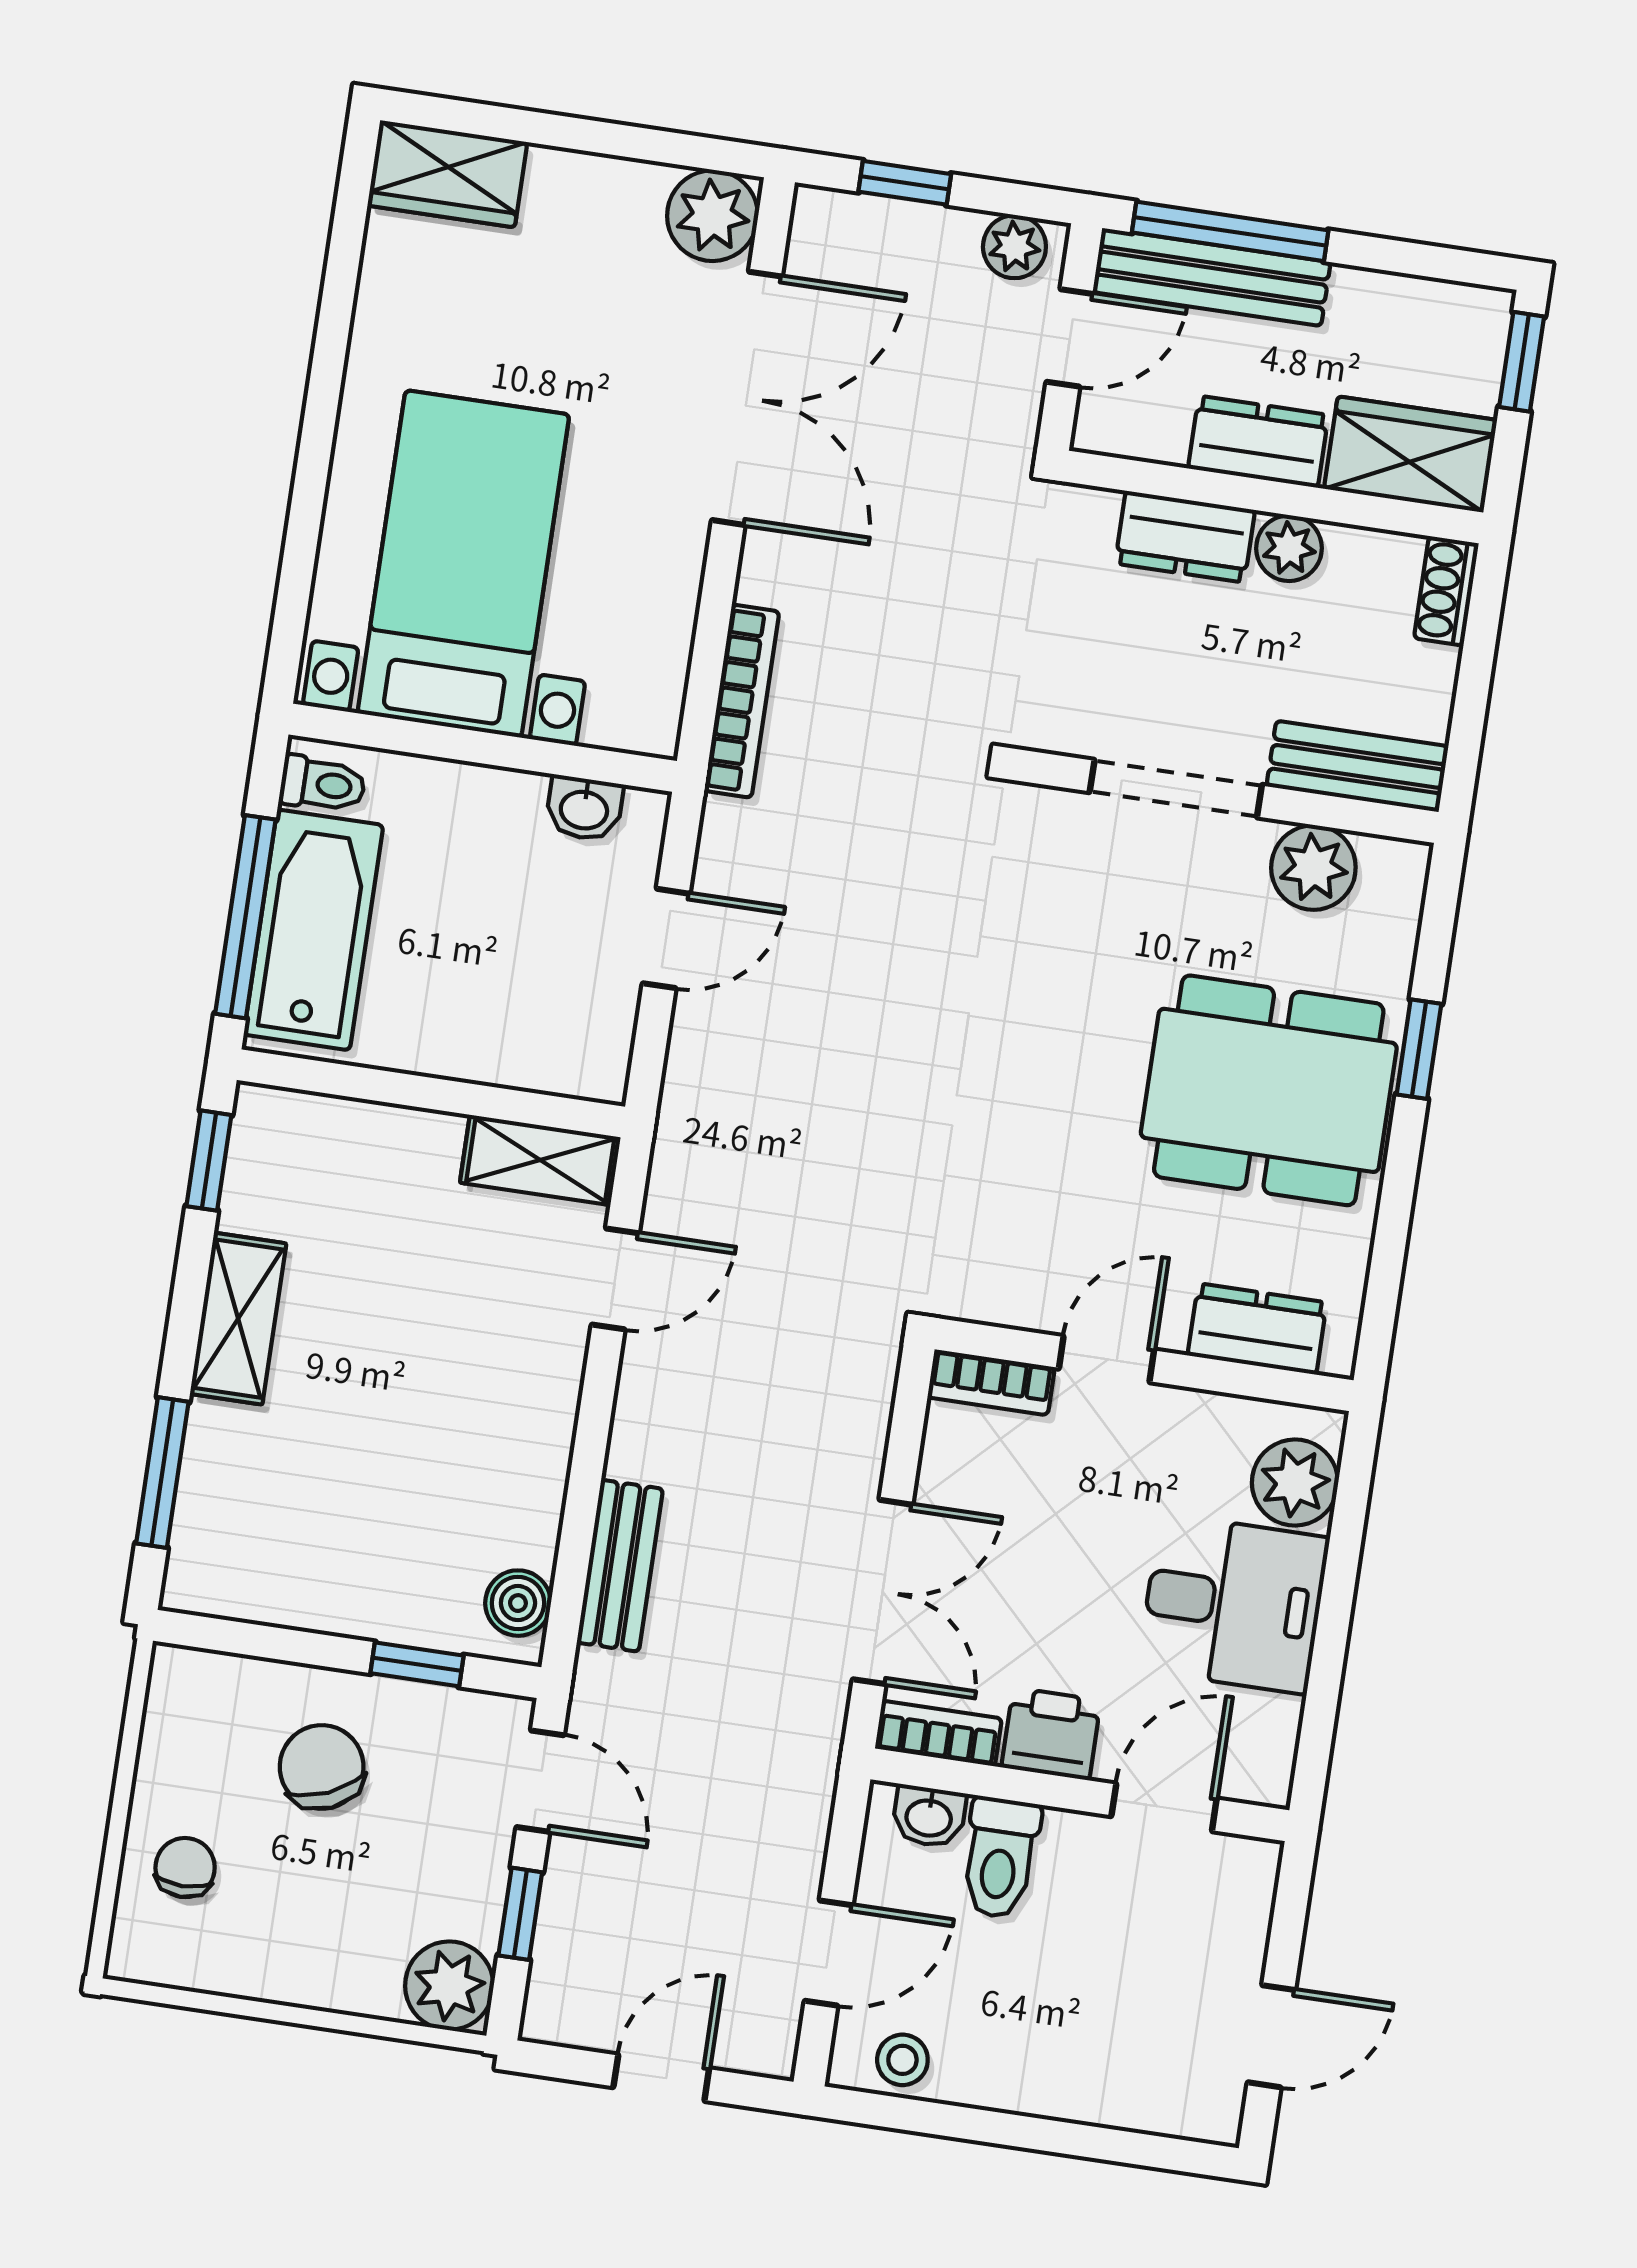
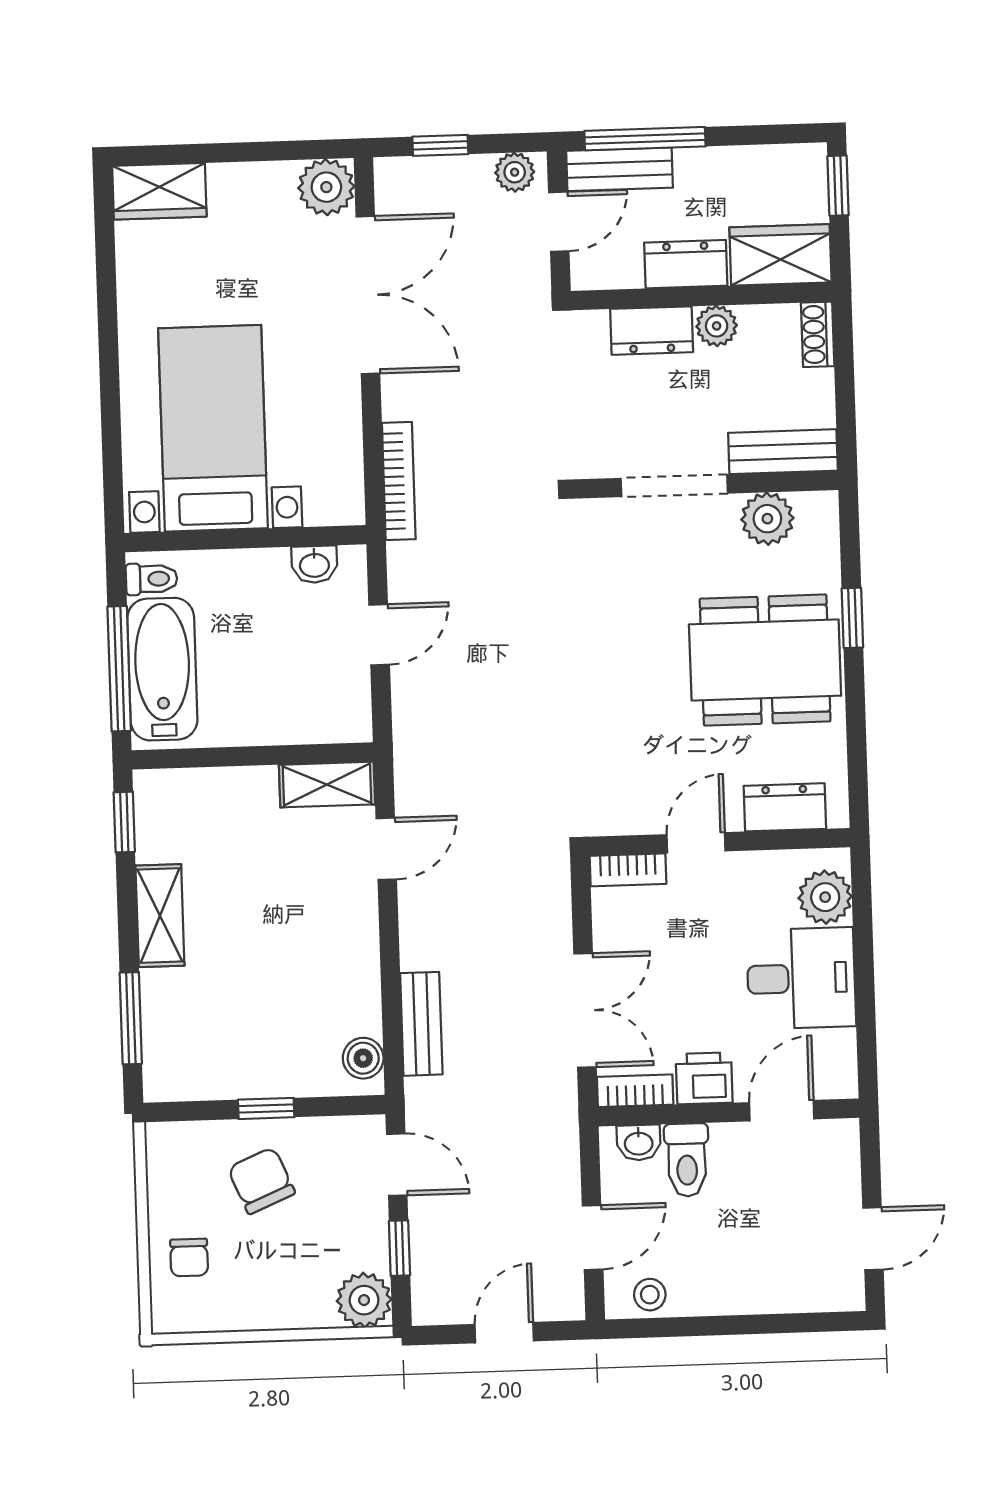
bench: (1212, 277) -> (620, 169), width x0.73
window: (417, 1664) -> (266, 1108), moved
chair: (185, 1868) -> (189, 1257), turned 180

